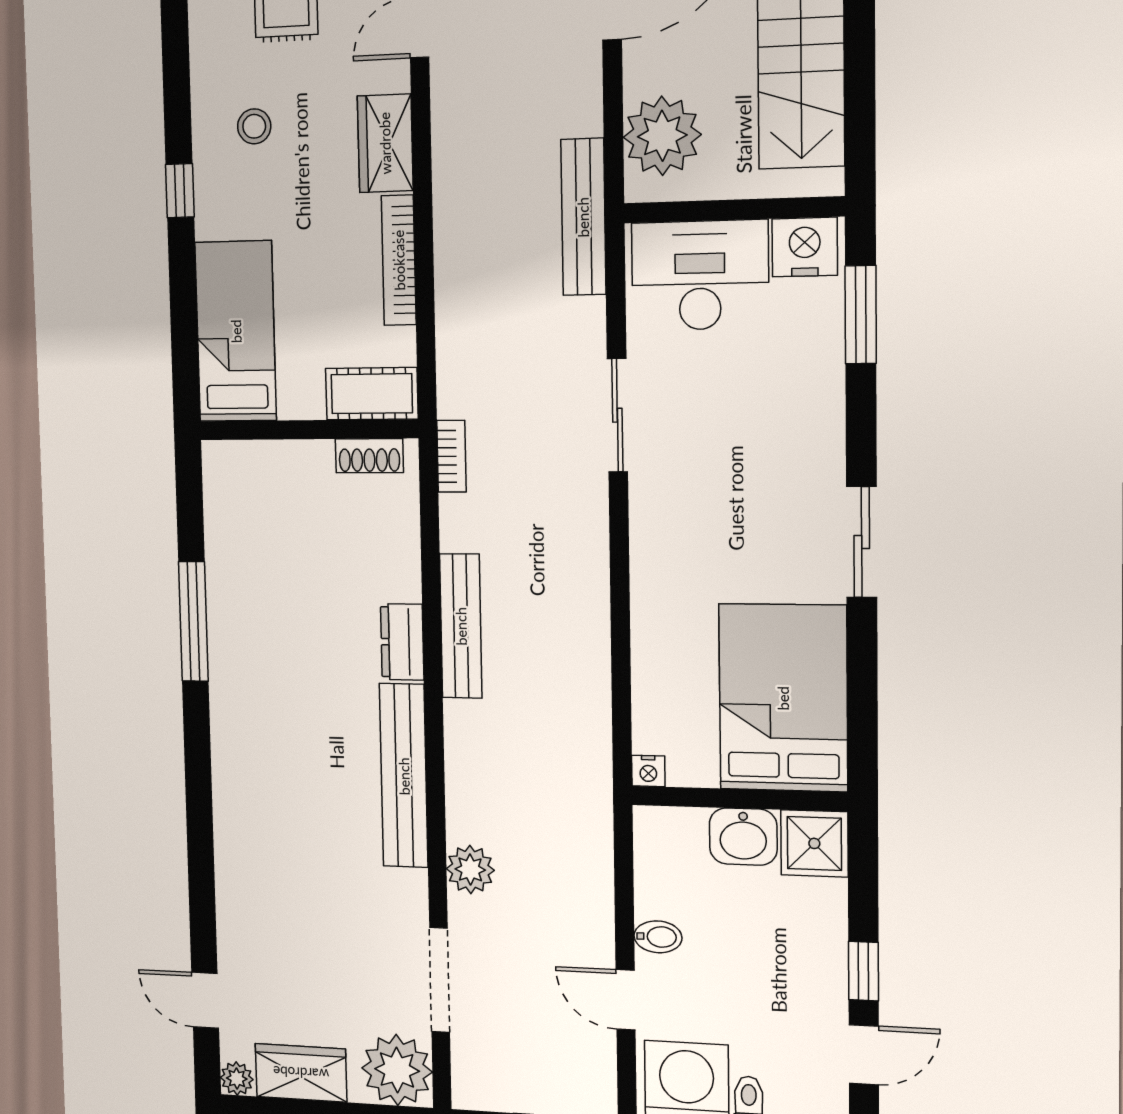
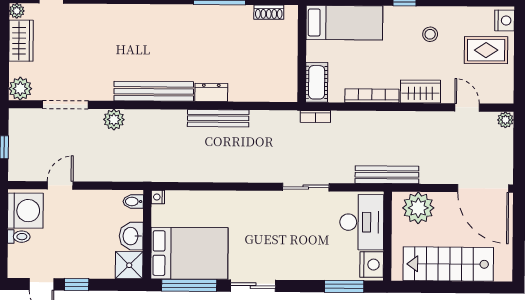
shoe rack: (369, 456) -> (269, 12), moved, turned -90
bookcase: (451, 456) -> (315, 116), moved
window: (862, 699) -> (189, 285), added
bidet: (658, 937) -> (133, 201), moved, turned 90
plant: (397, 1070) -> (20, 89), width x0.73, depth x0.73

